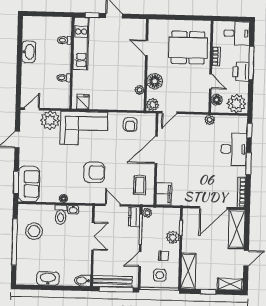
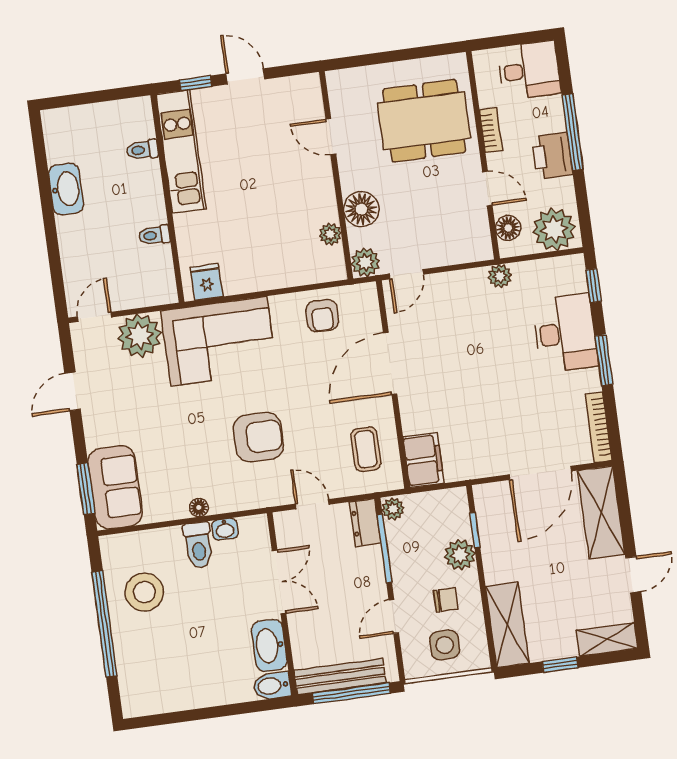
washbasin: (48, 278) -> (269, 645), moved, turned -90

